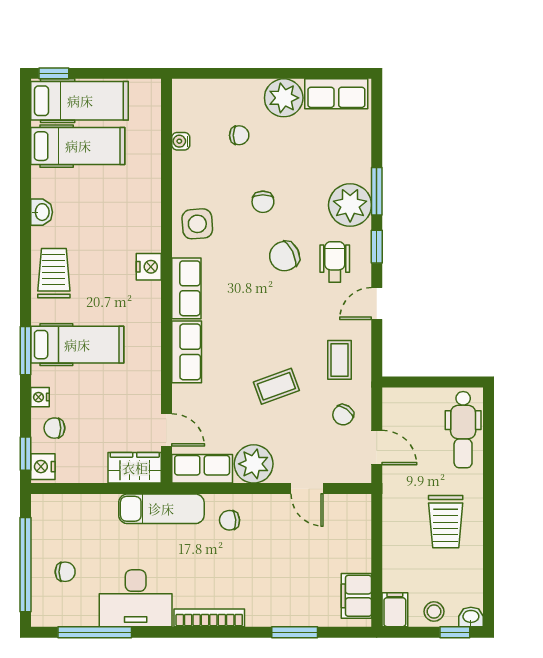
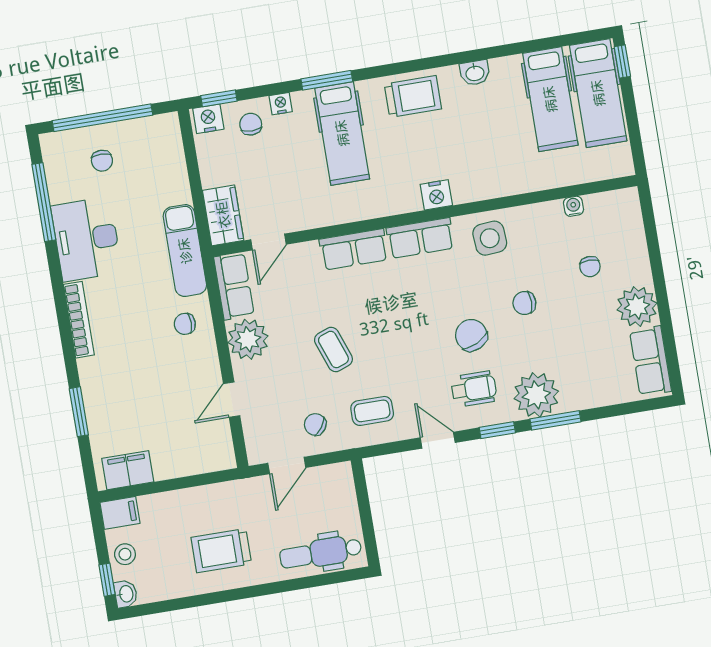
chair: (230, 520) -> (185, 324), turned -86

